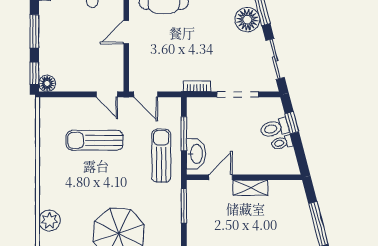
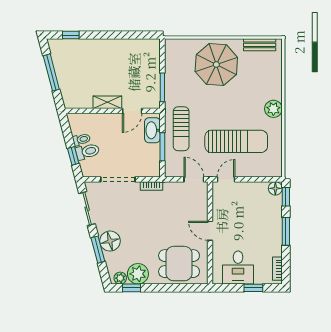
door: (126, 32) -> (210, 231), swing flipped
door: (107, 94) -> (226, 179), hinge flipped
sun lounger: (94, 140) -> (236, 141), width x1.36, depth x1.34
plant: (49, 221) -> (273, 109), moved

